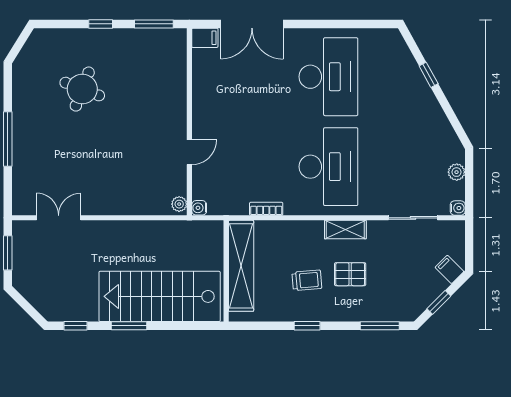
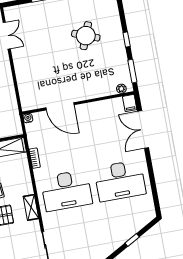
door: (189, 152) -> (60, 106), width x1.88
plant: (179, 204) -> (121, 89), moved

